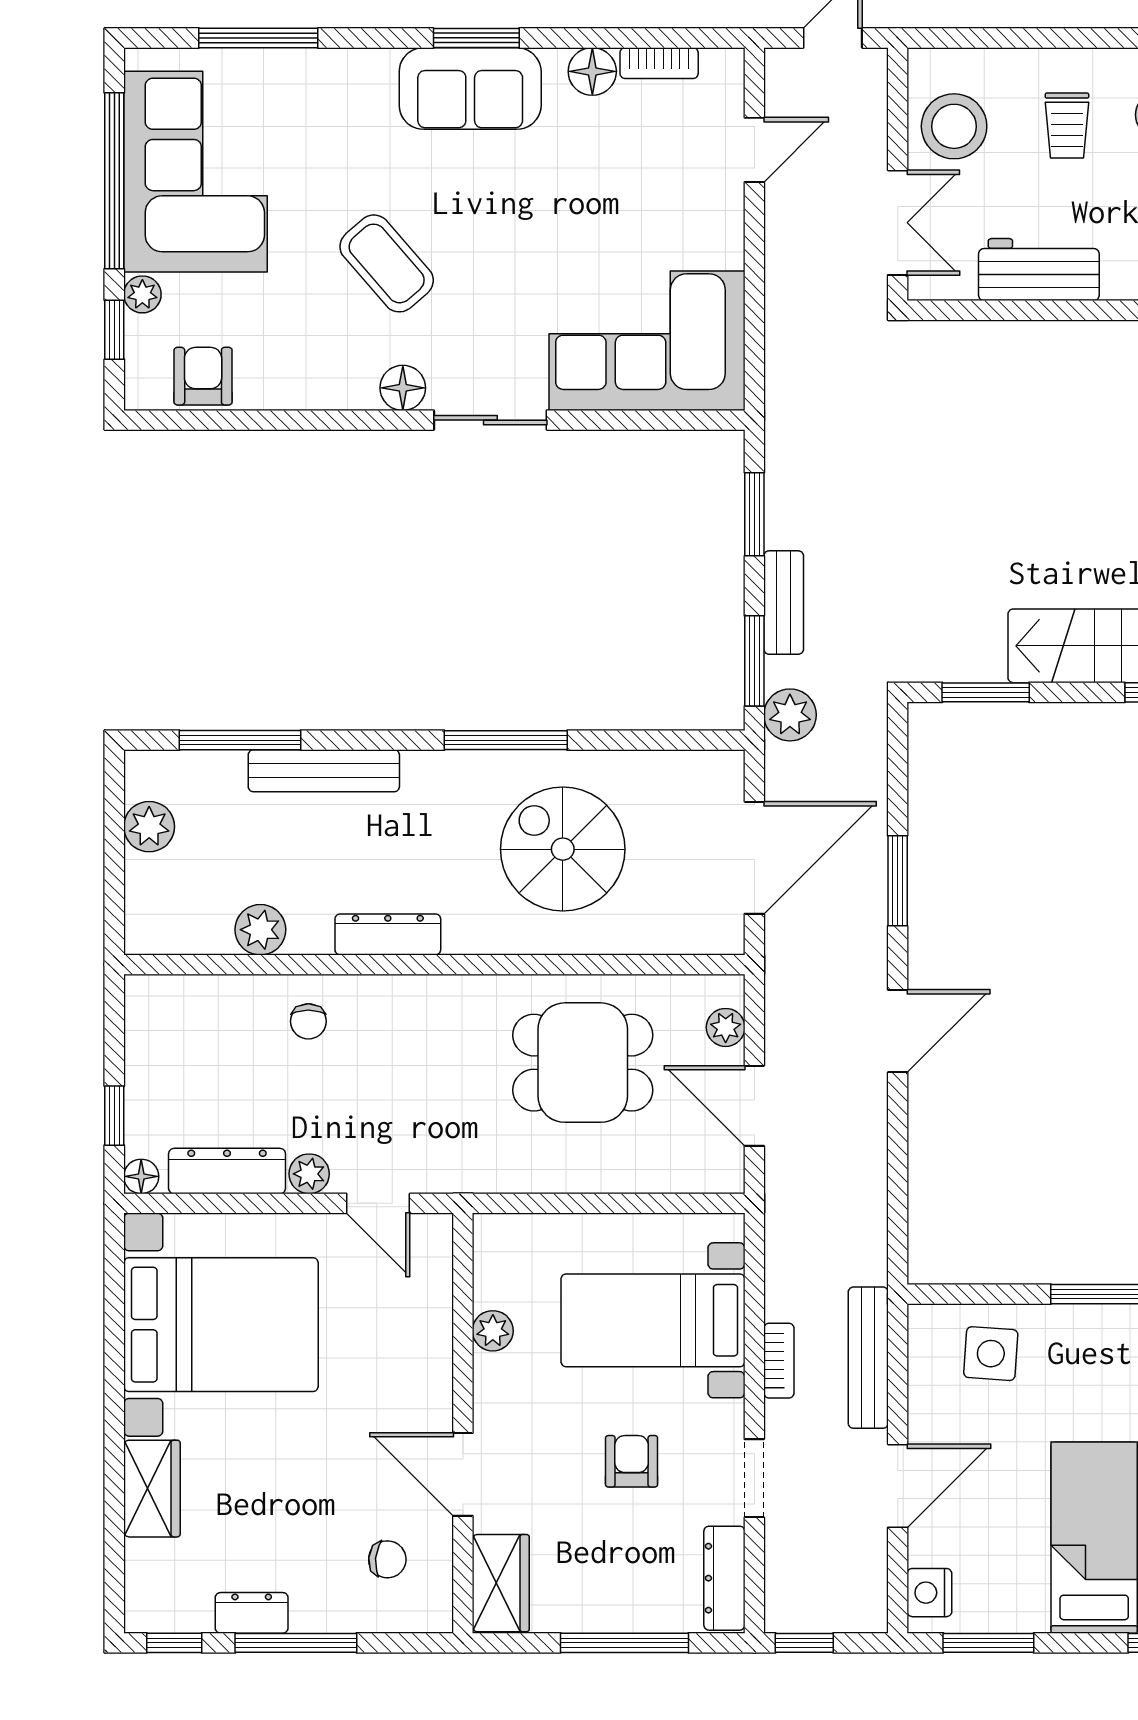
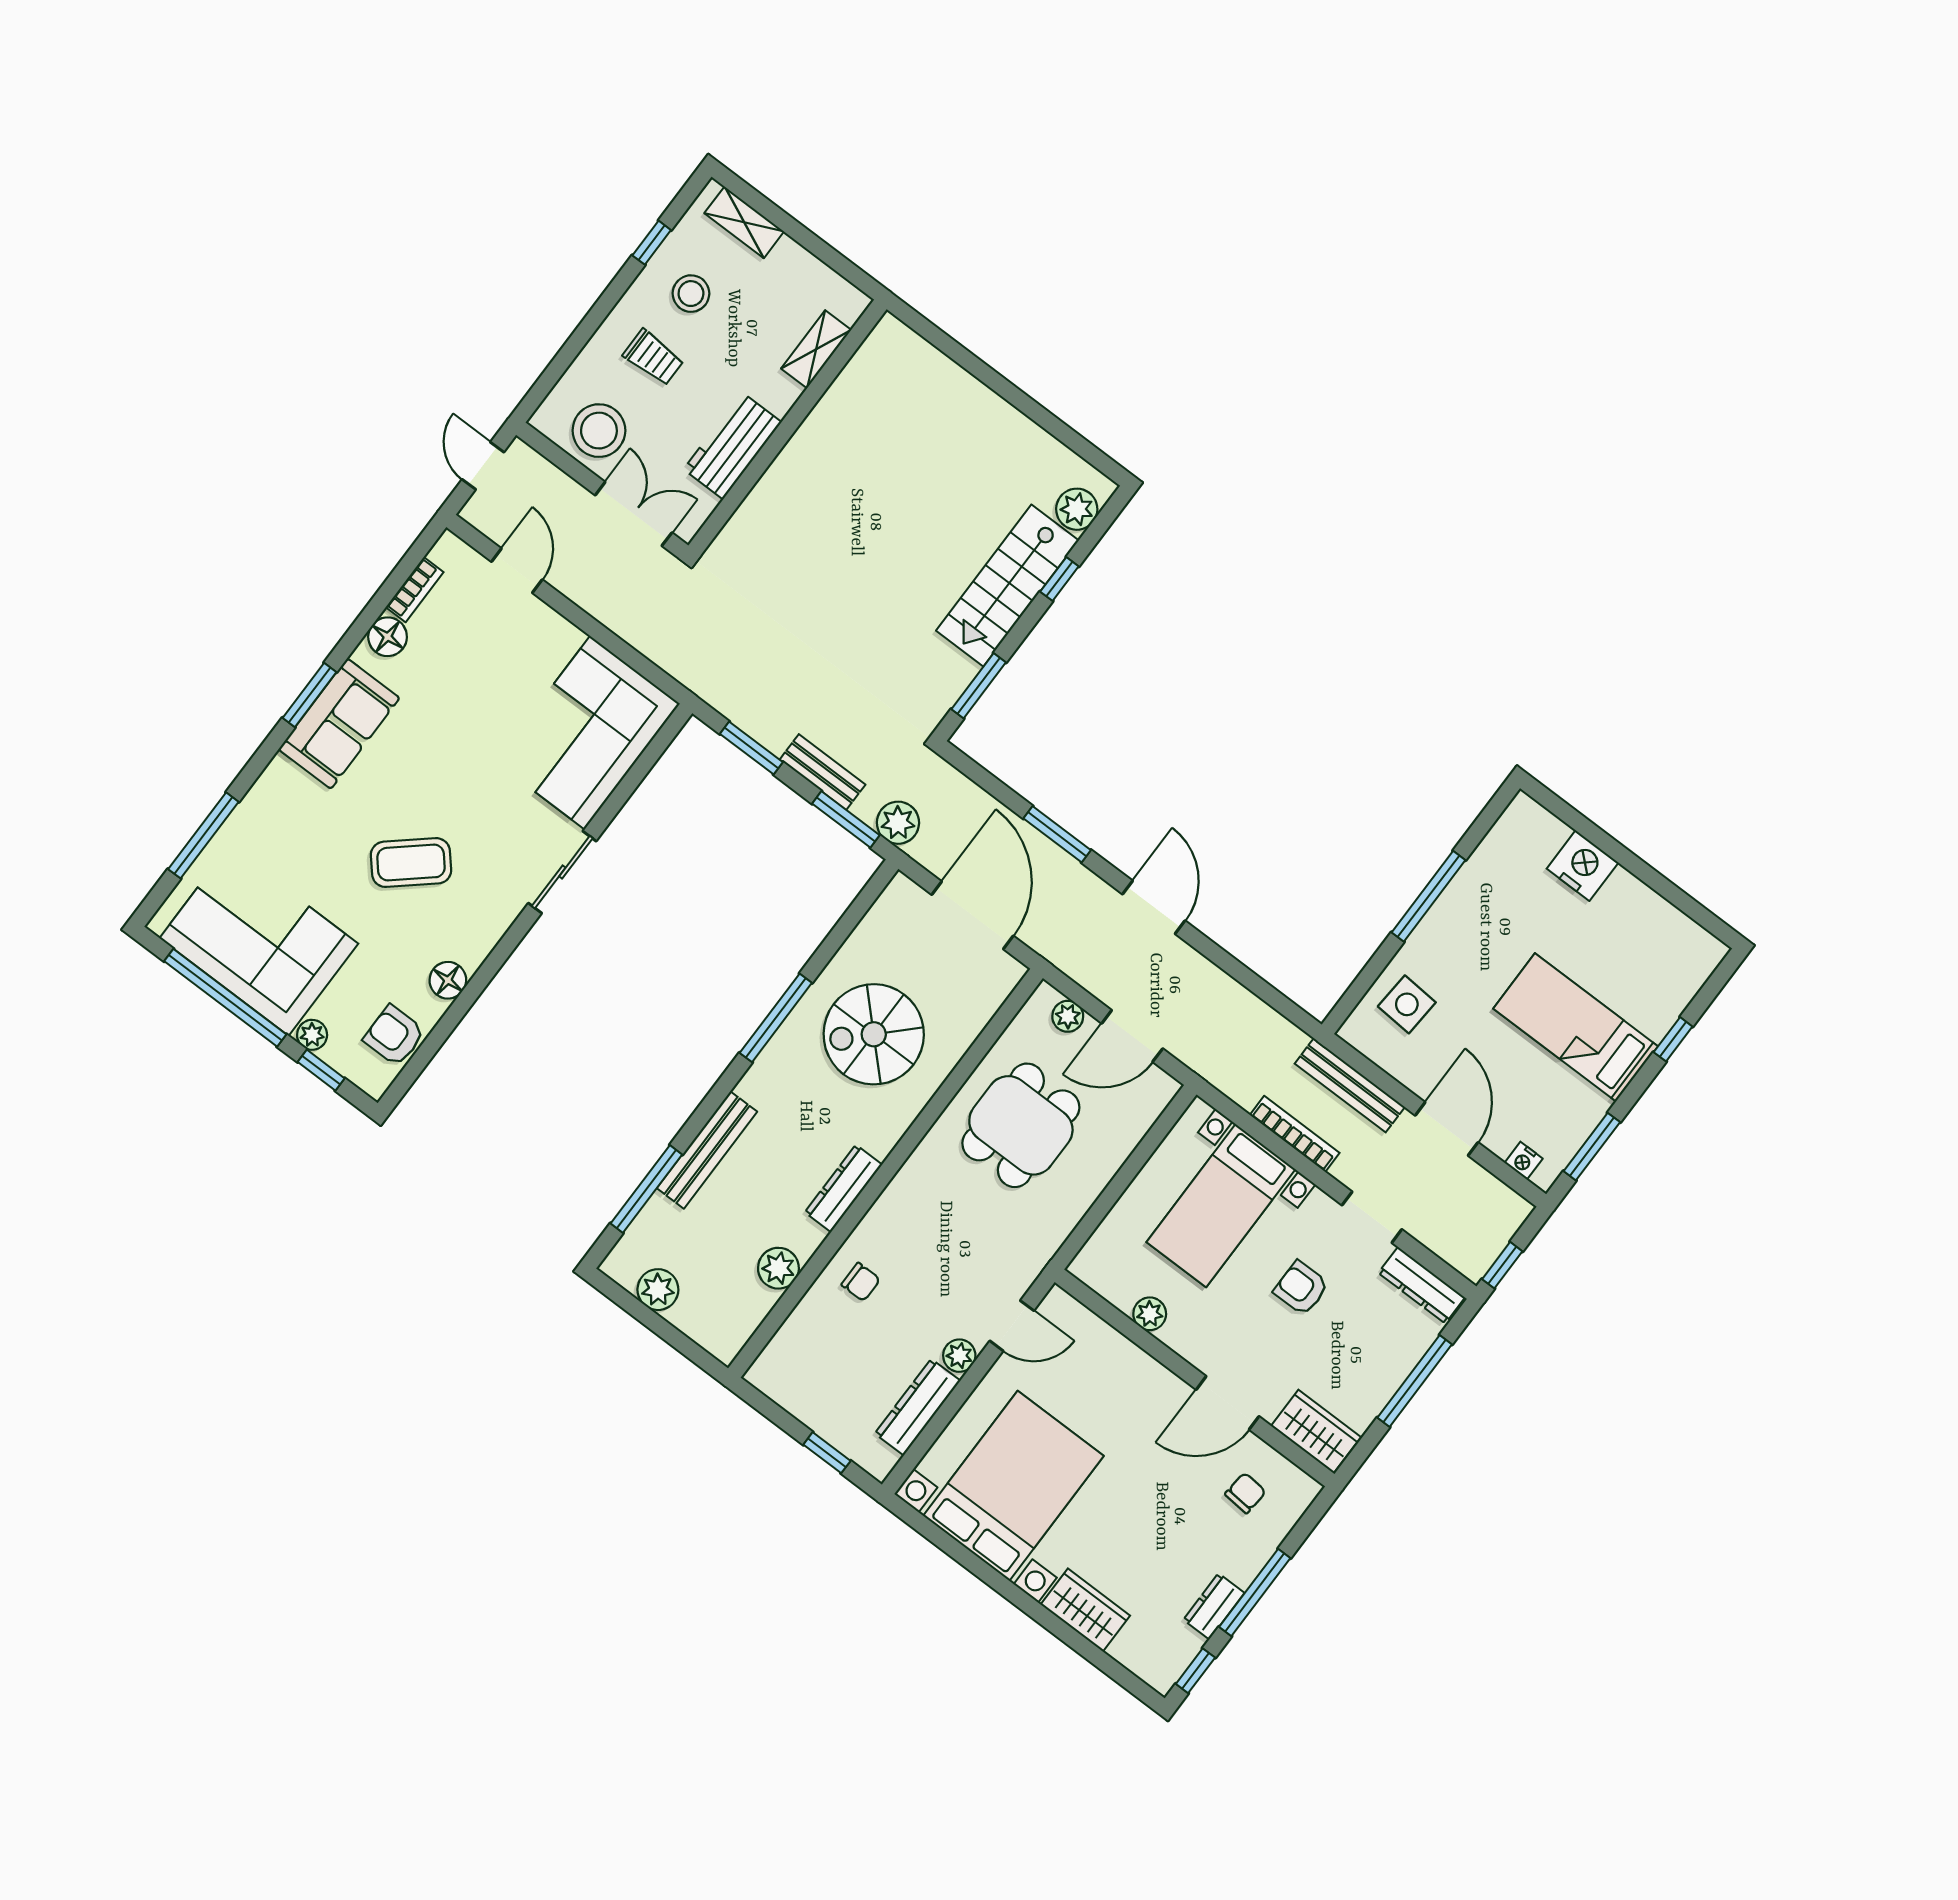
floor lamp: (403, 388) -> (448, 980), moved
floor lamp: (141, 1176) -> (879, 1465), removed
bookcase: (779, 1361) -> (1295, 1134), width x1.56
nightstand: (929, 1593) -> (1524, 1161), width x0.72, depth x0.74

